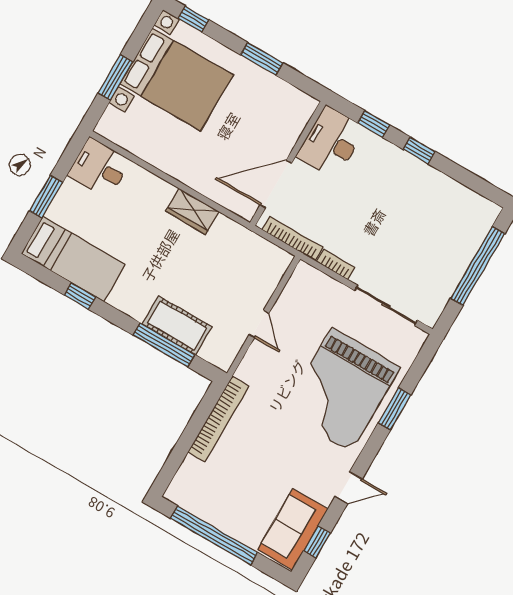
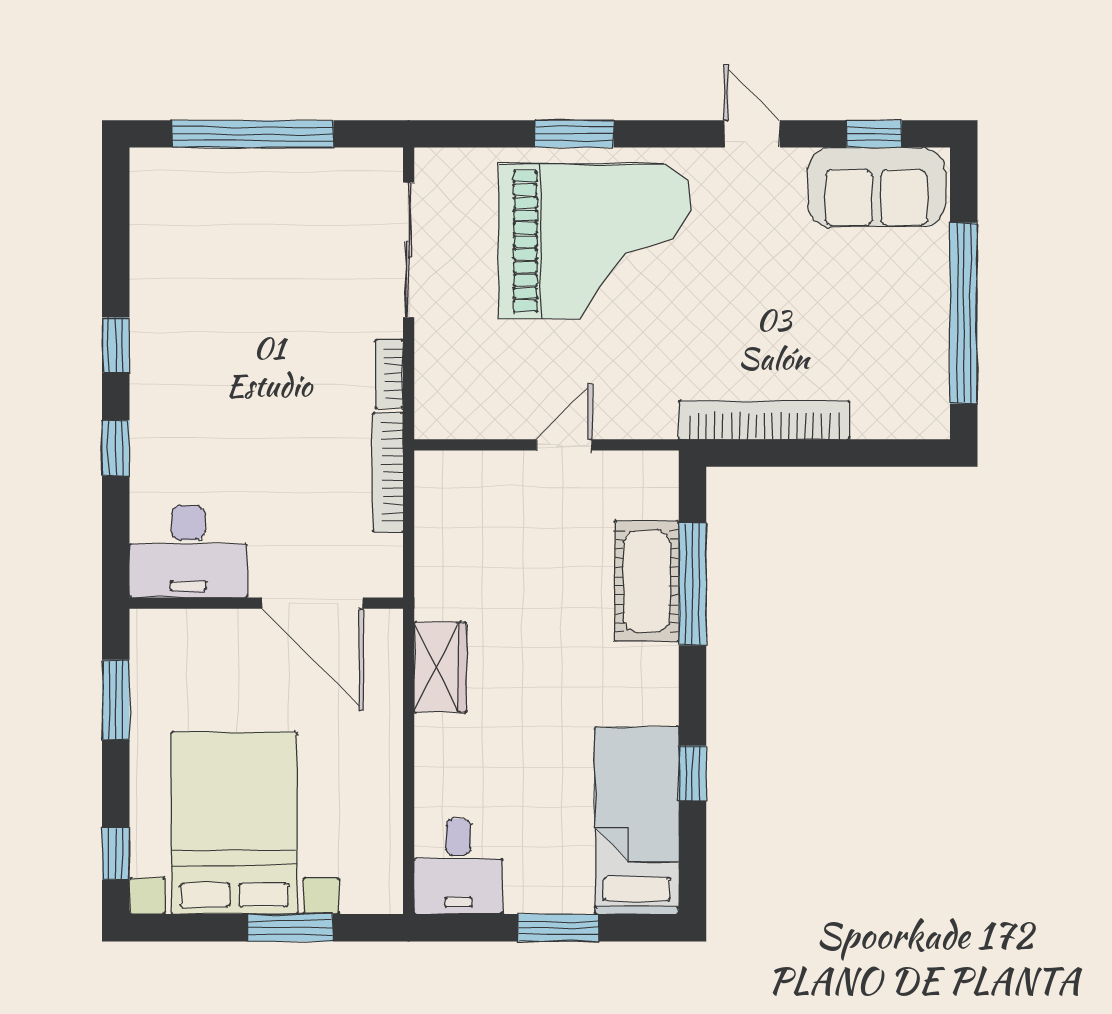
desk: (331, 142) -> (188, 551), moved
wall: (288, 164) -> (266, 603), moved
door: (276, 184) -> (312, 603), moved

